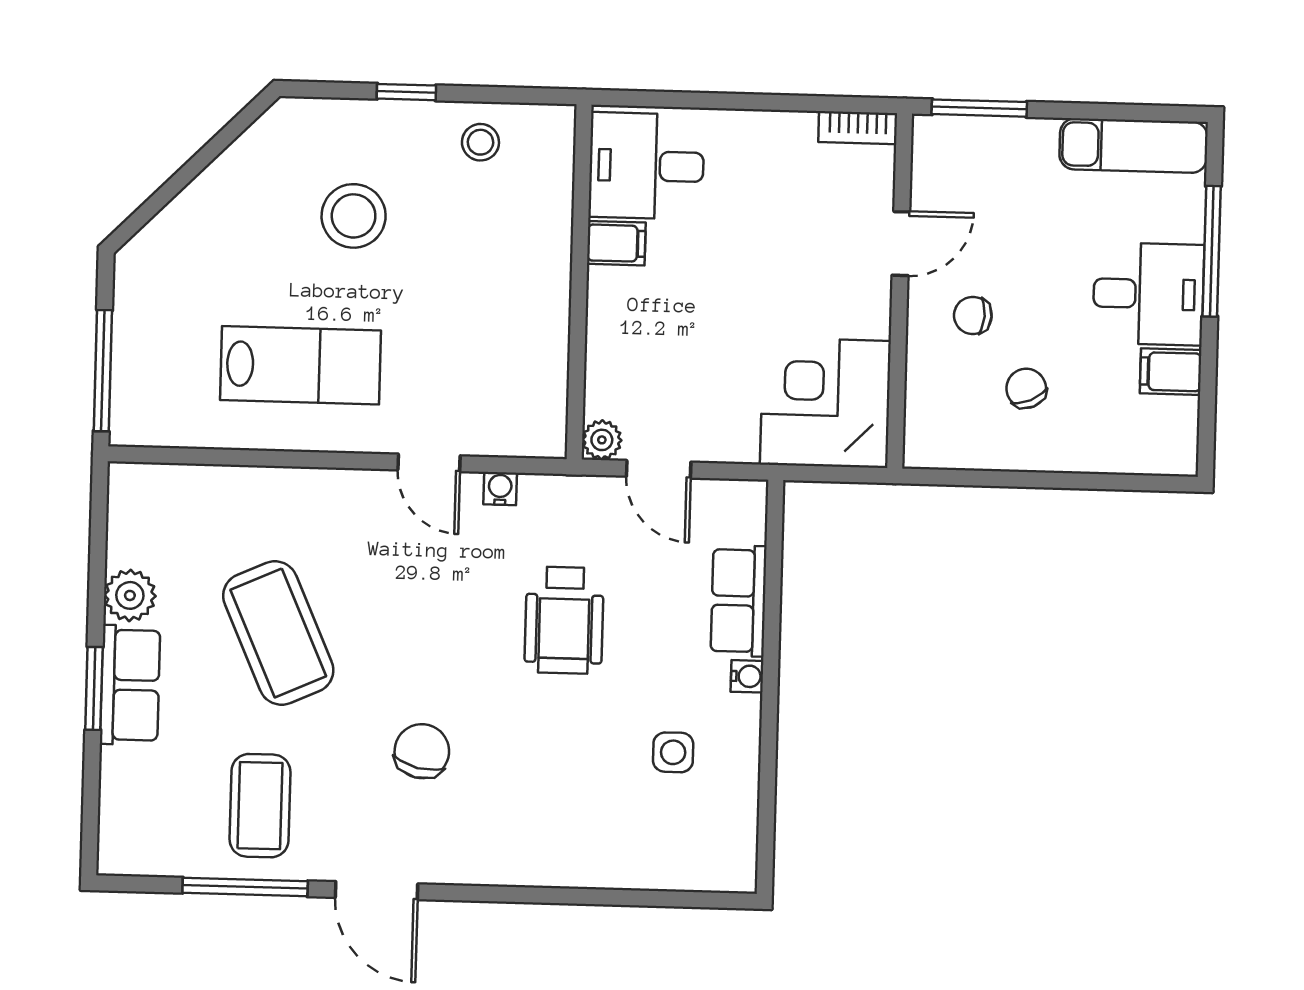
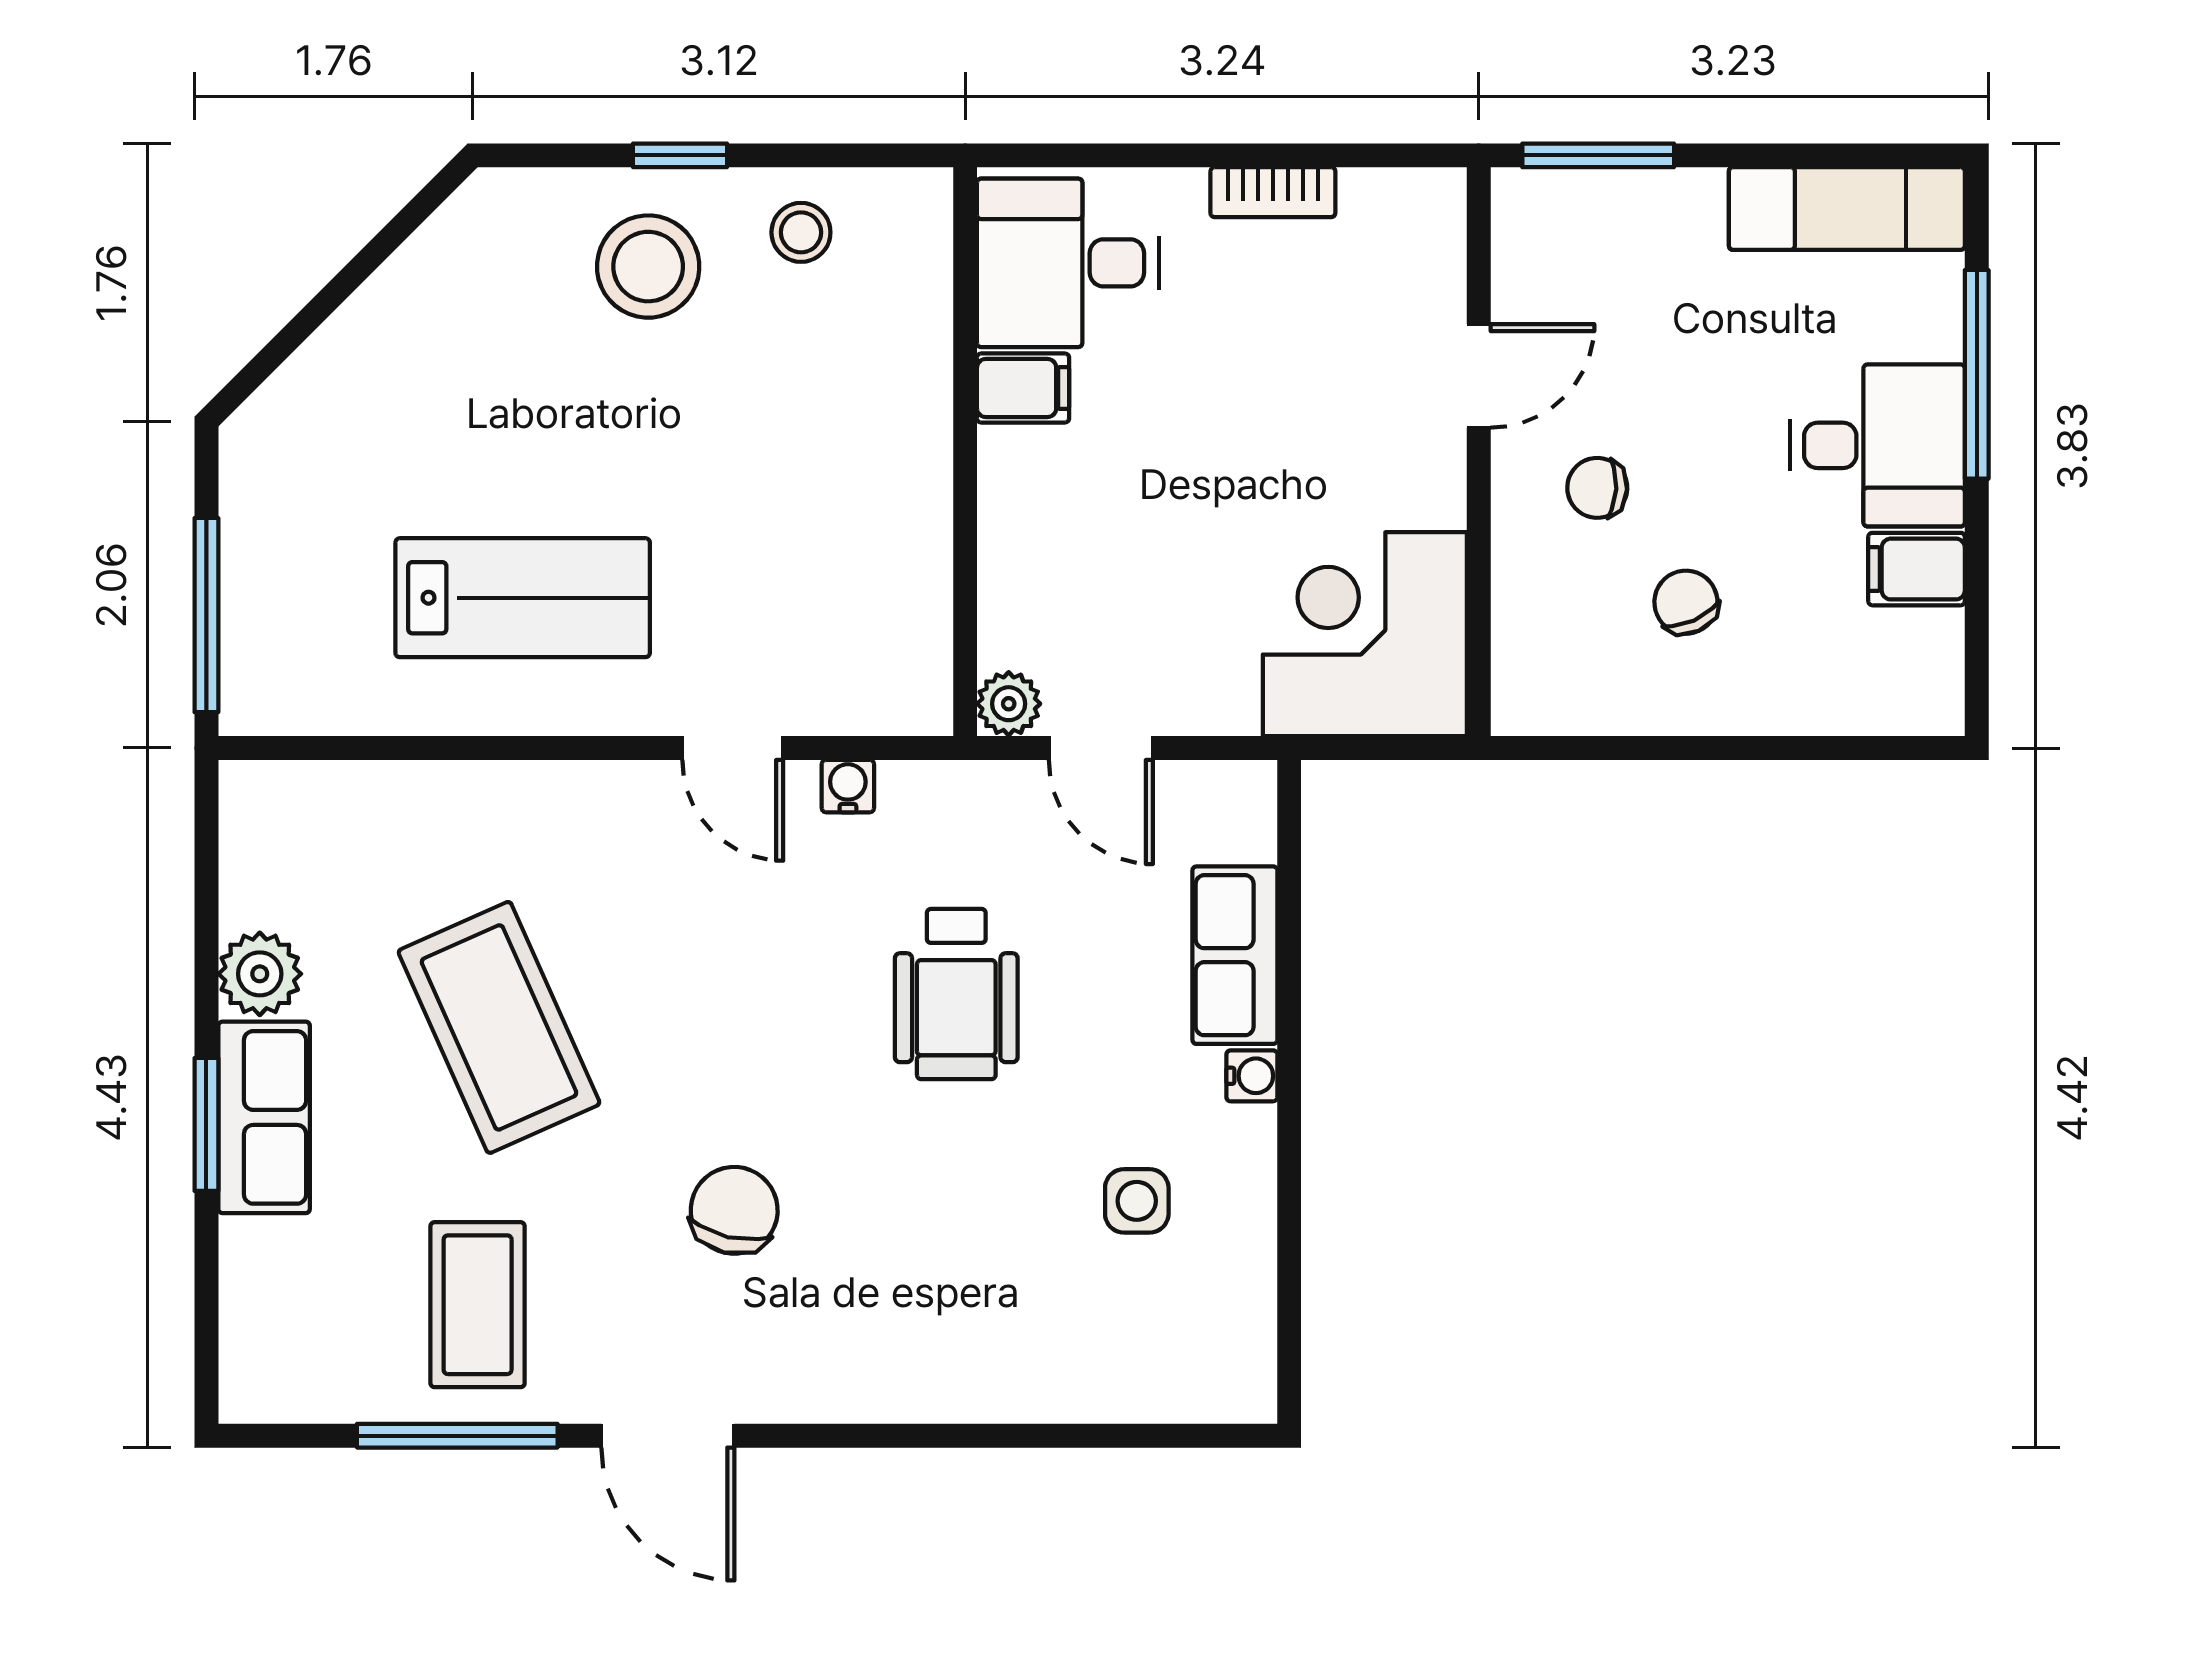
bookcase: (858, 128) -> (1273, 192), moved
stool: (354, 216) -> (648, 267), moved

